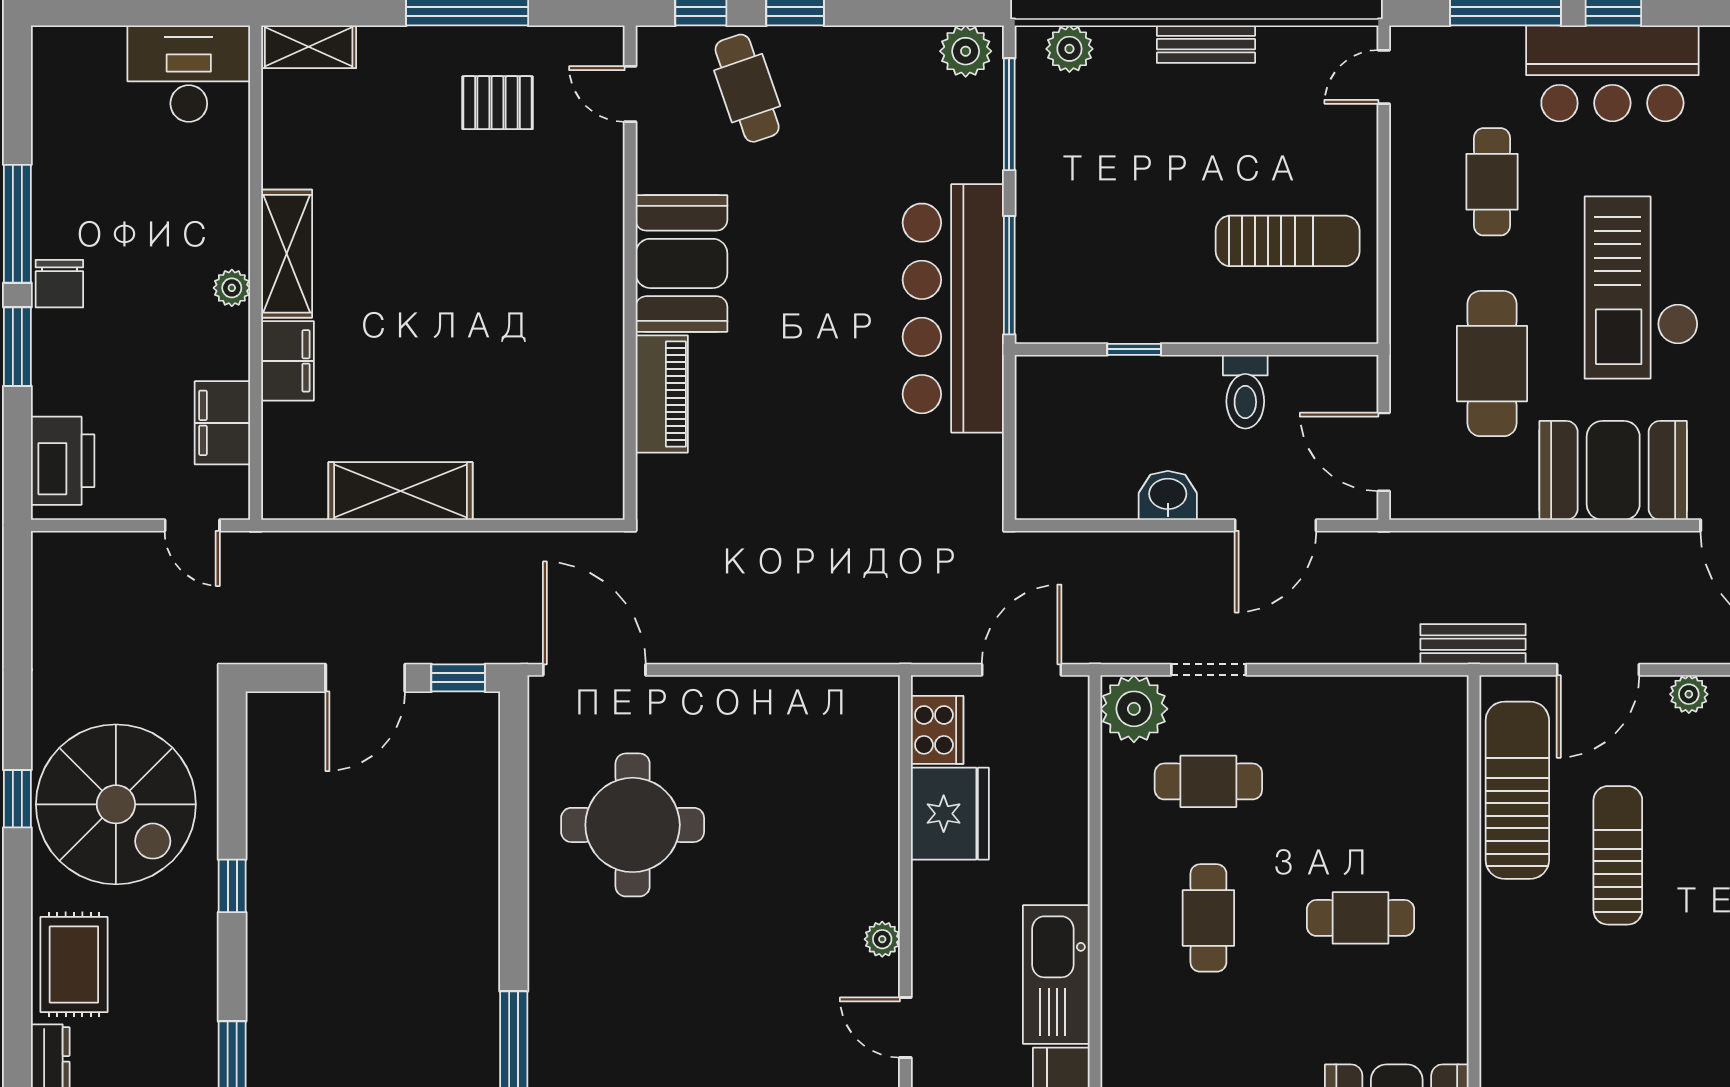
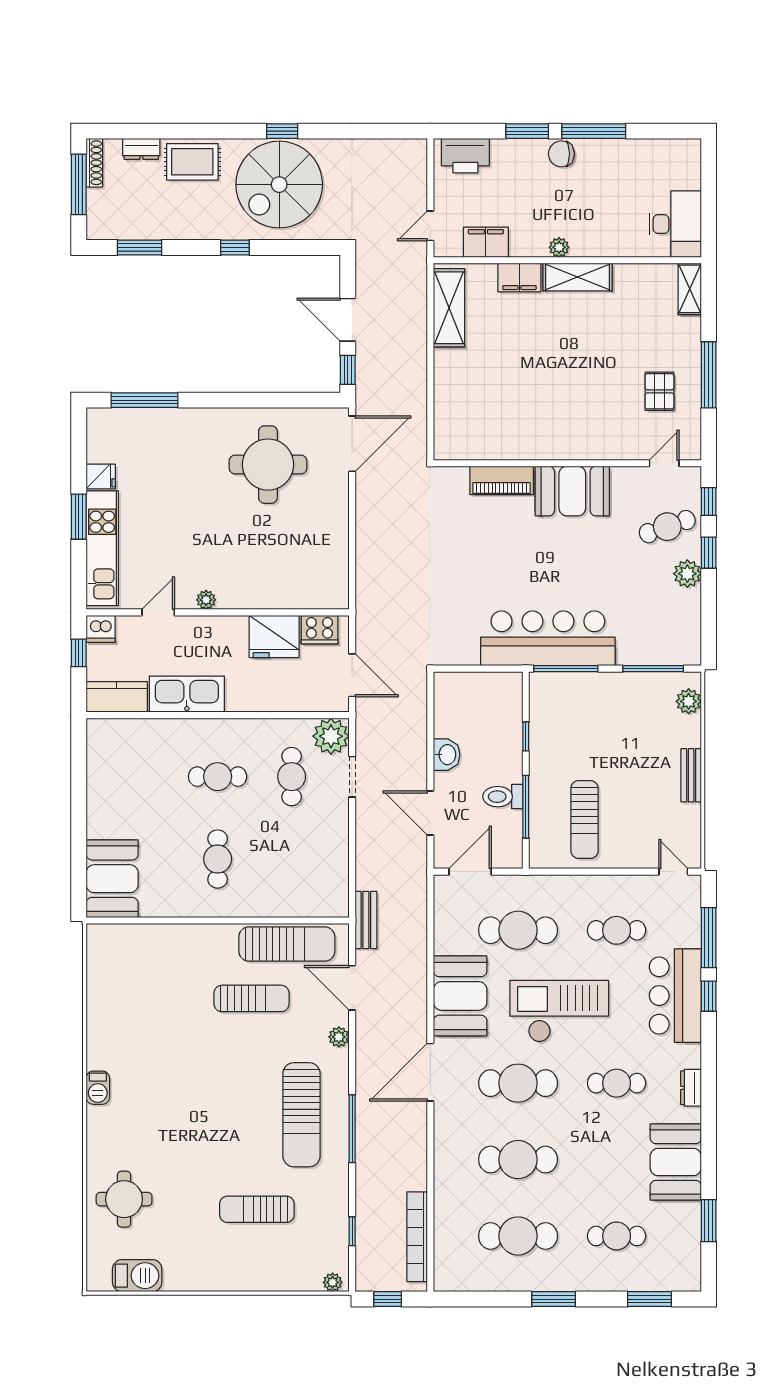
plant: (966, 51) -> (687, 574), moved
window: (1264, 349) -> (526, 807), added
shelving: (401, 491) -> (449, 308), moved

